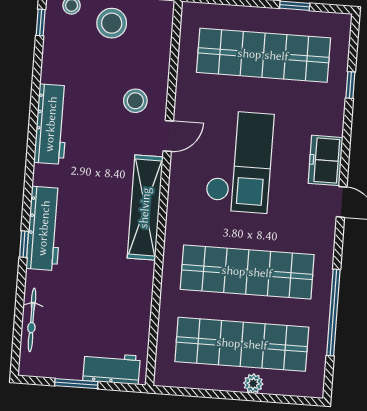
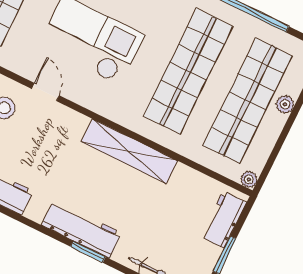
shelving: (145, 208) -> (129, 151), moved
window: (24, 244) -> (88, 252), width x1.50
plant: (163, 378) -> (249, 179), added

